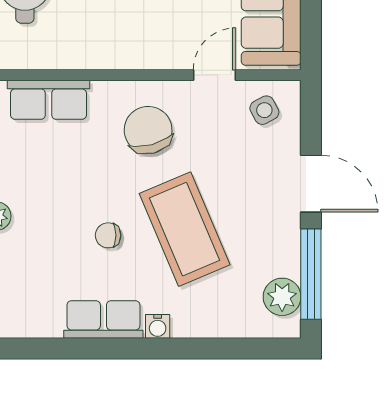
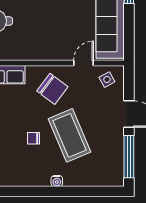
chair: (148, 130) -> (52, 89), turned 142
plant: (282, 297) -> (115, 167), removed
row of seats: (103, 319) -> (31, 178), removed

